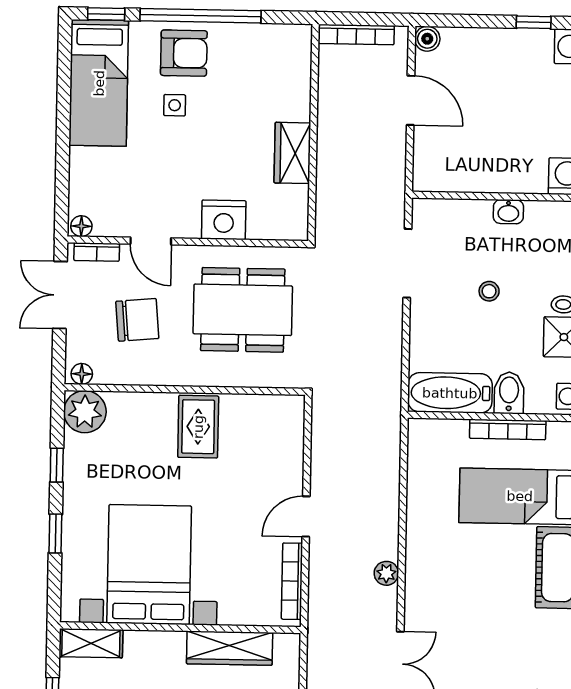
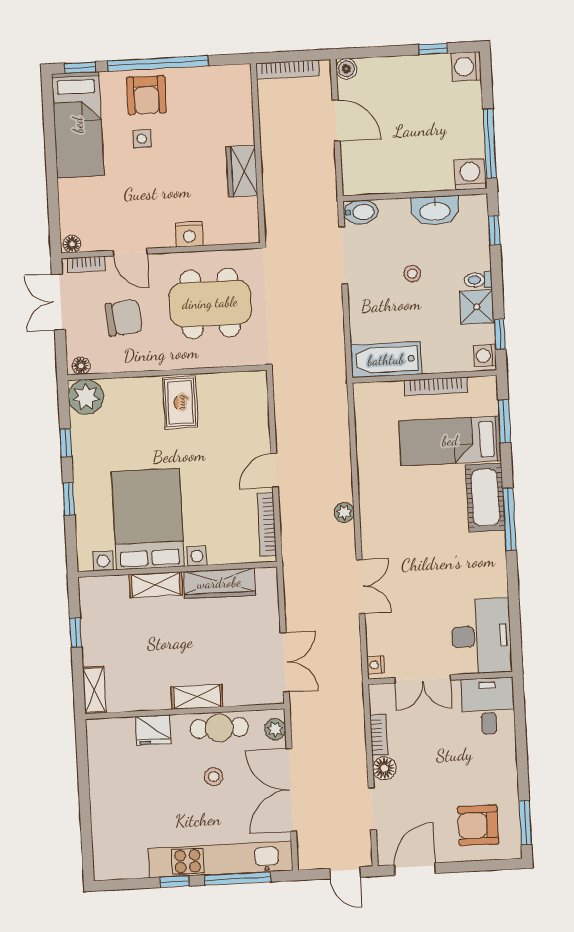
armchair: (184, 53) -> (146, 95), turned 90
washbasin: (508, 212) -> (435, 211), width x1.91, depth x1.45
nightstand: (224, 220) -> (189, 234), width x0.74, depth x0.75
bidet: (509, 393) -> (361, 212), moved, turned 90
shelving: (91, 643) -> (156, 585), moved

